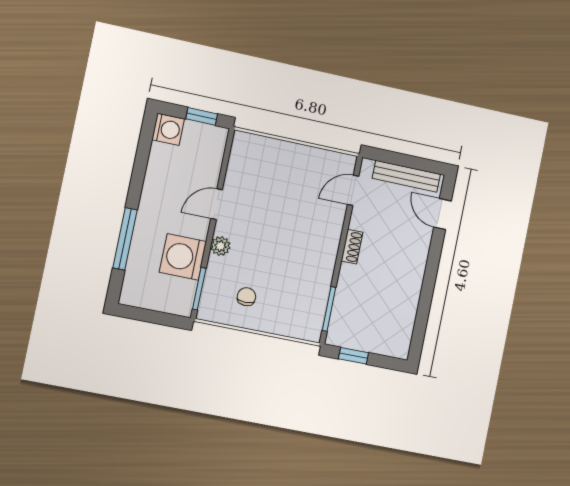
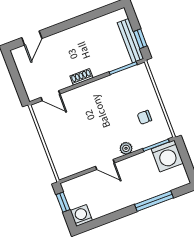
bench: (406, 176) -> (131, 41), moved
washing machine: (183, 257) -> (167, 156), moved

